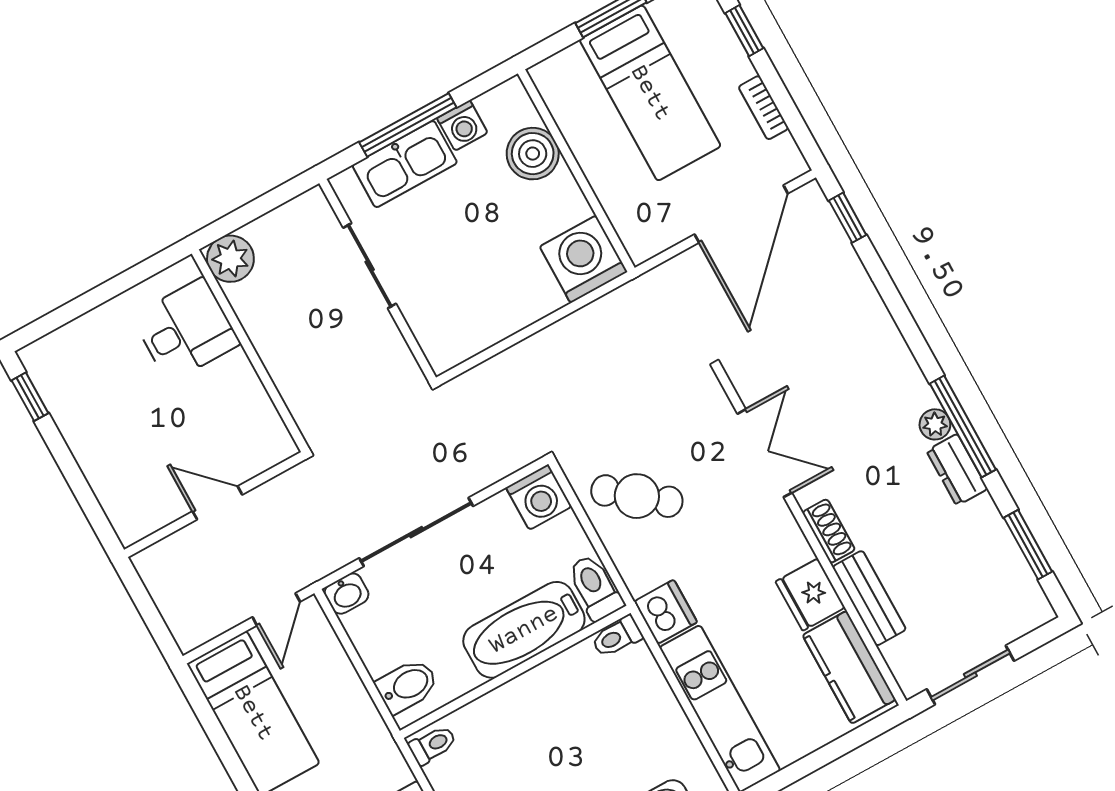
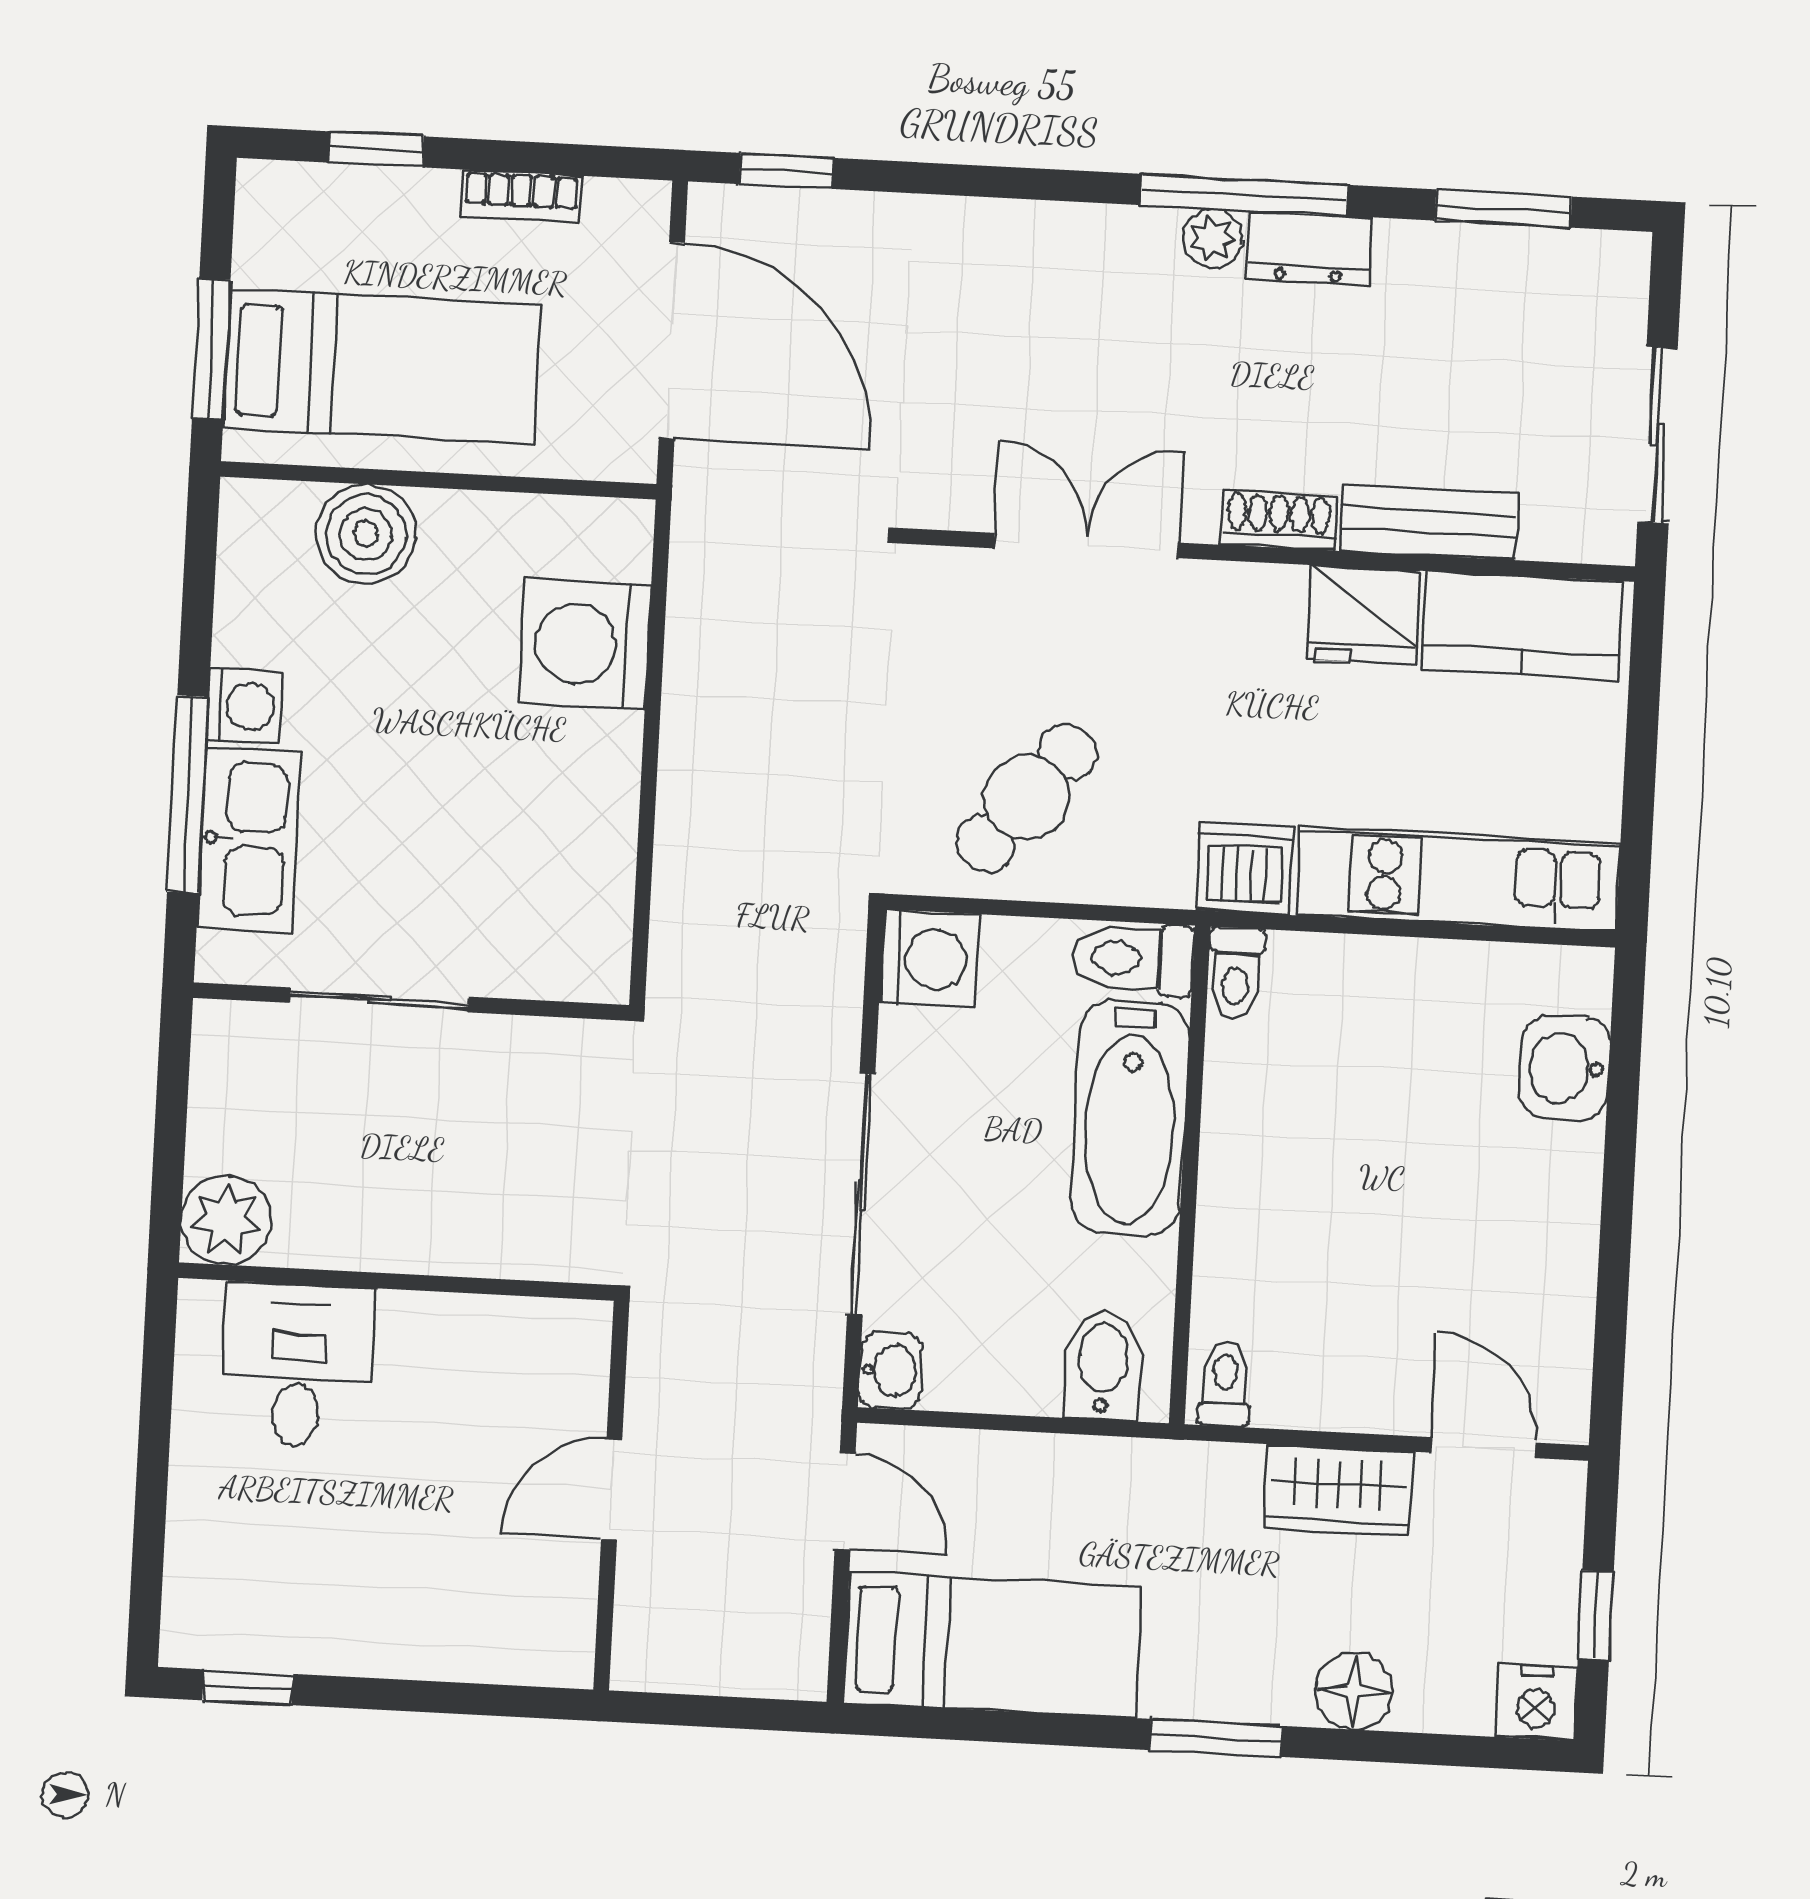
boiler: (533, 154) -> (366, 534), moved
wall: (576, 171) -> (438, 480), moved

